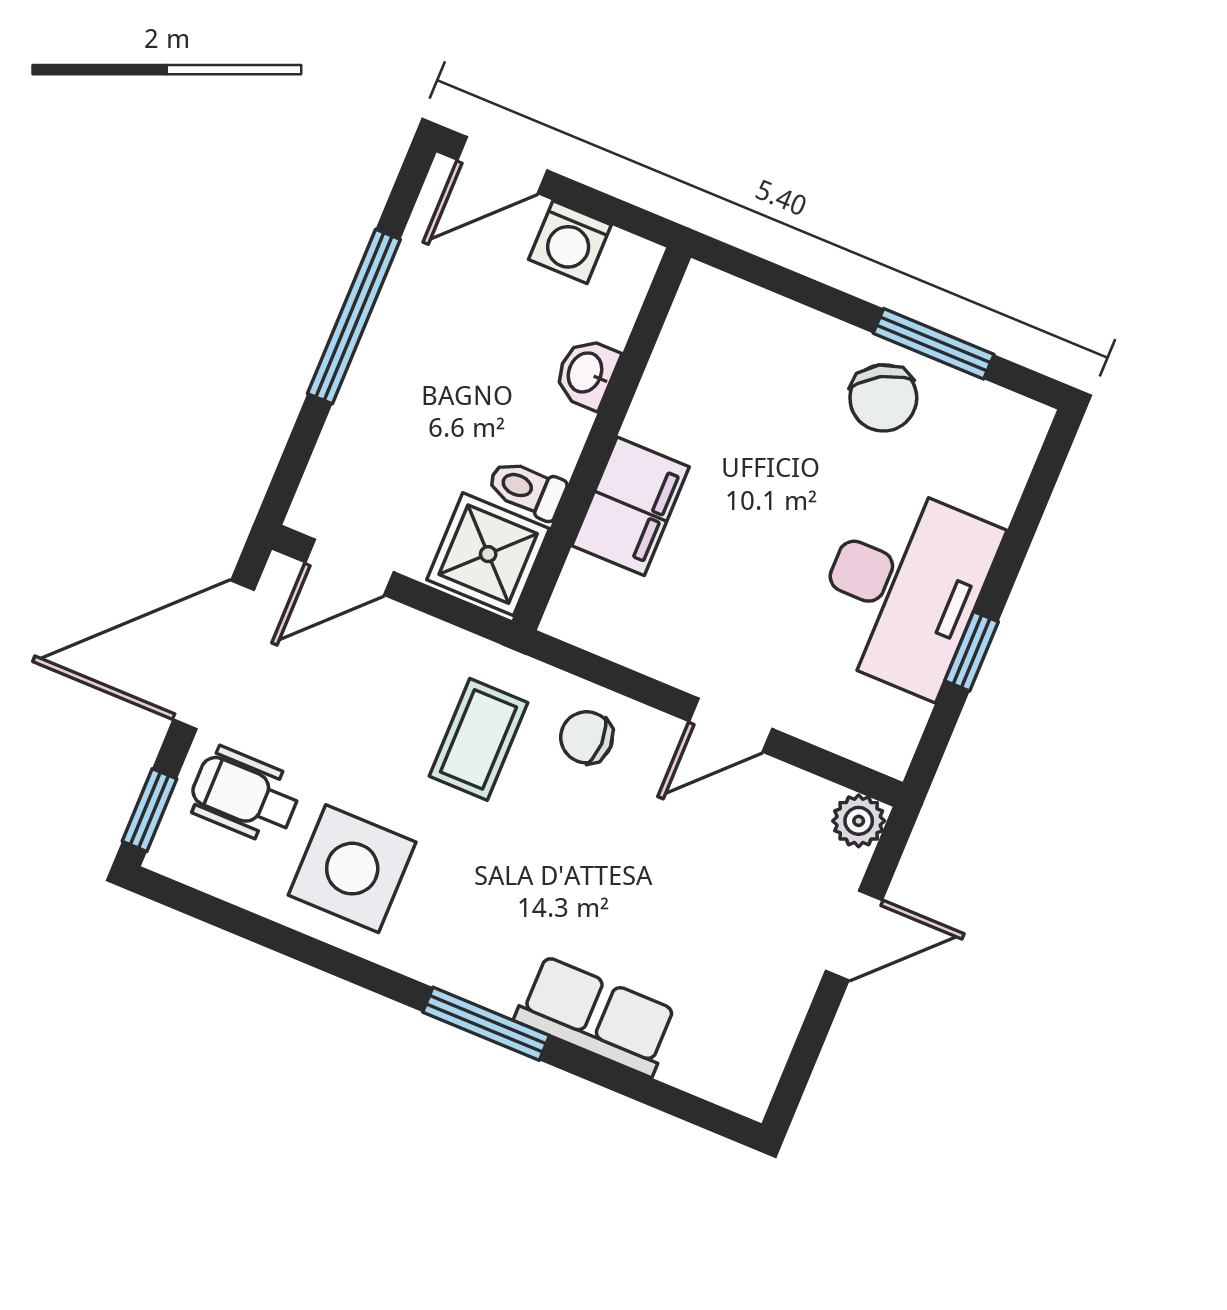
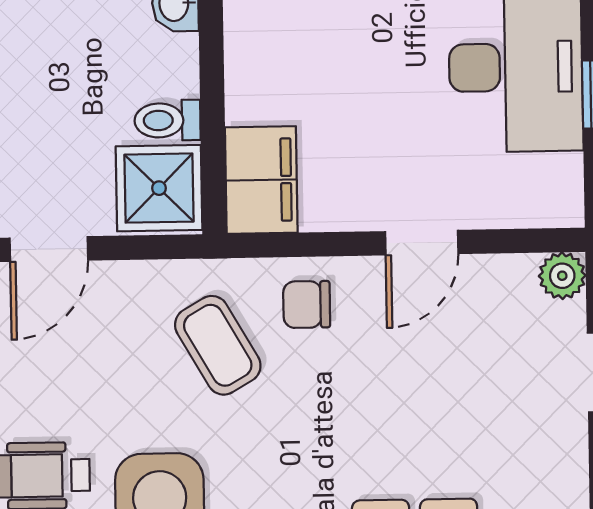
filing cabinet: (631, 506) -> (261, 180), moved
coffee table: (478, 739) -> (218, 345), turned -30

